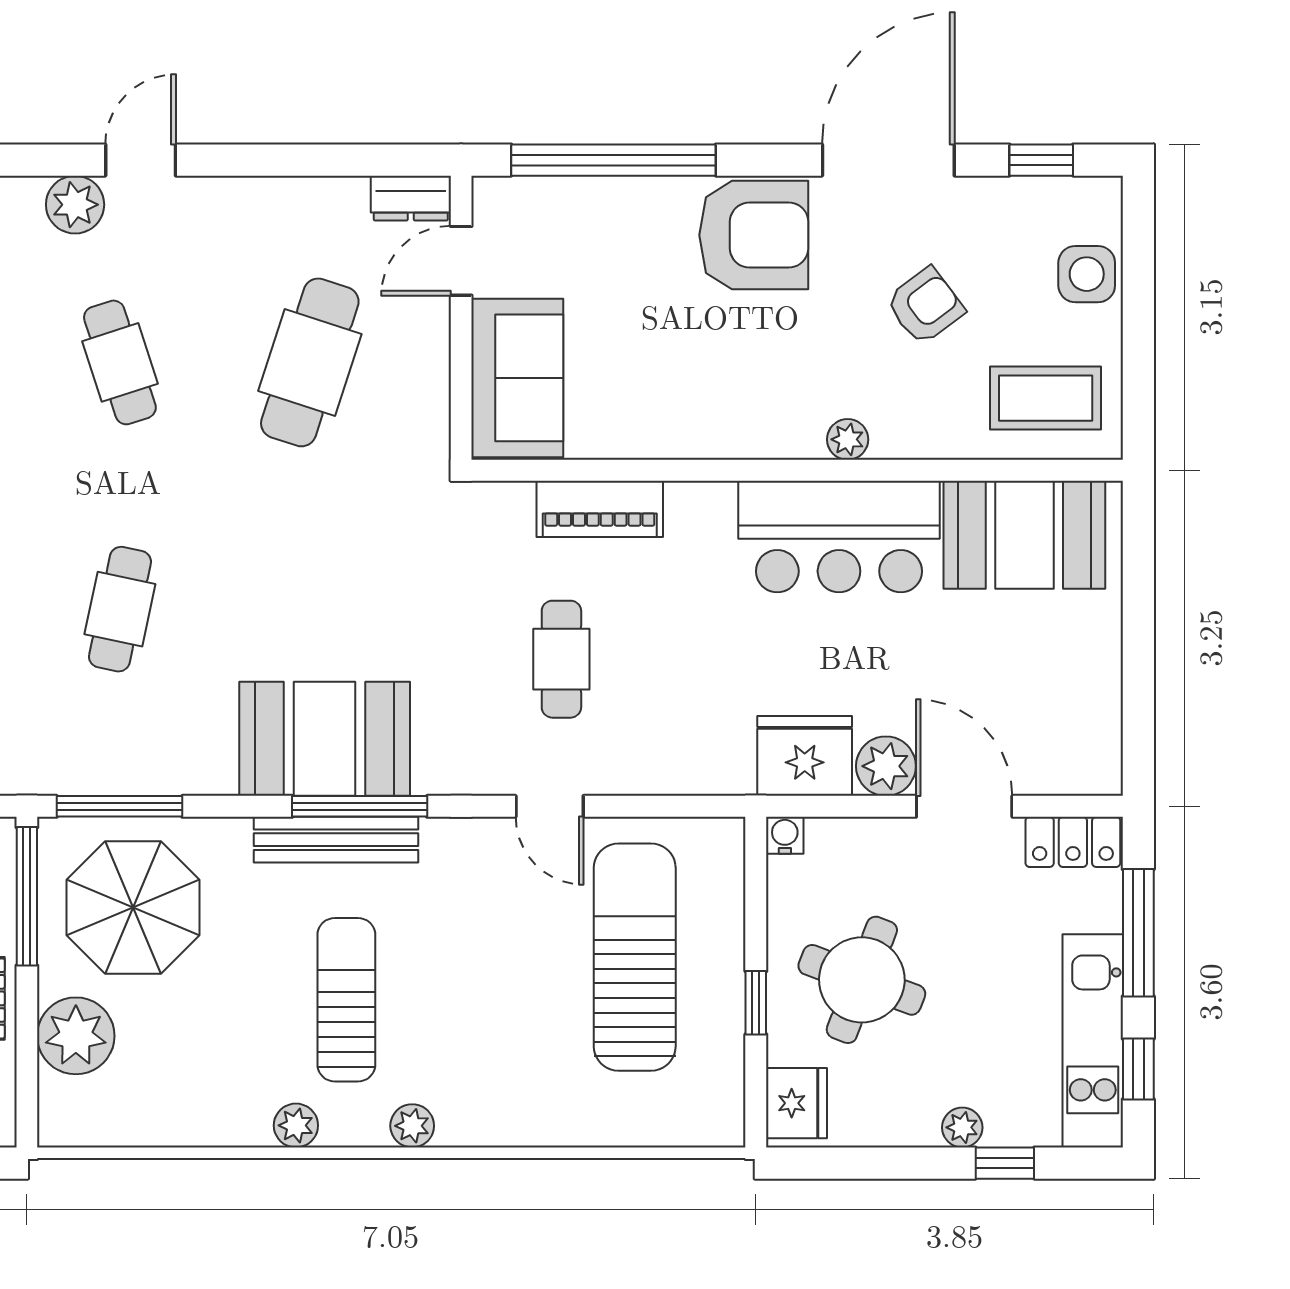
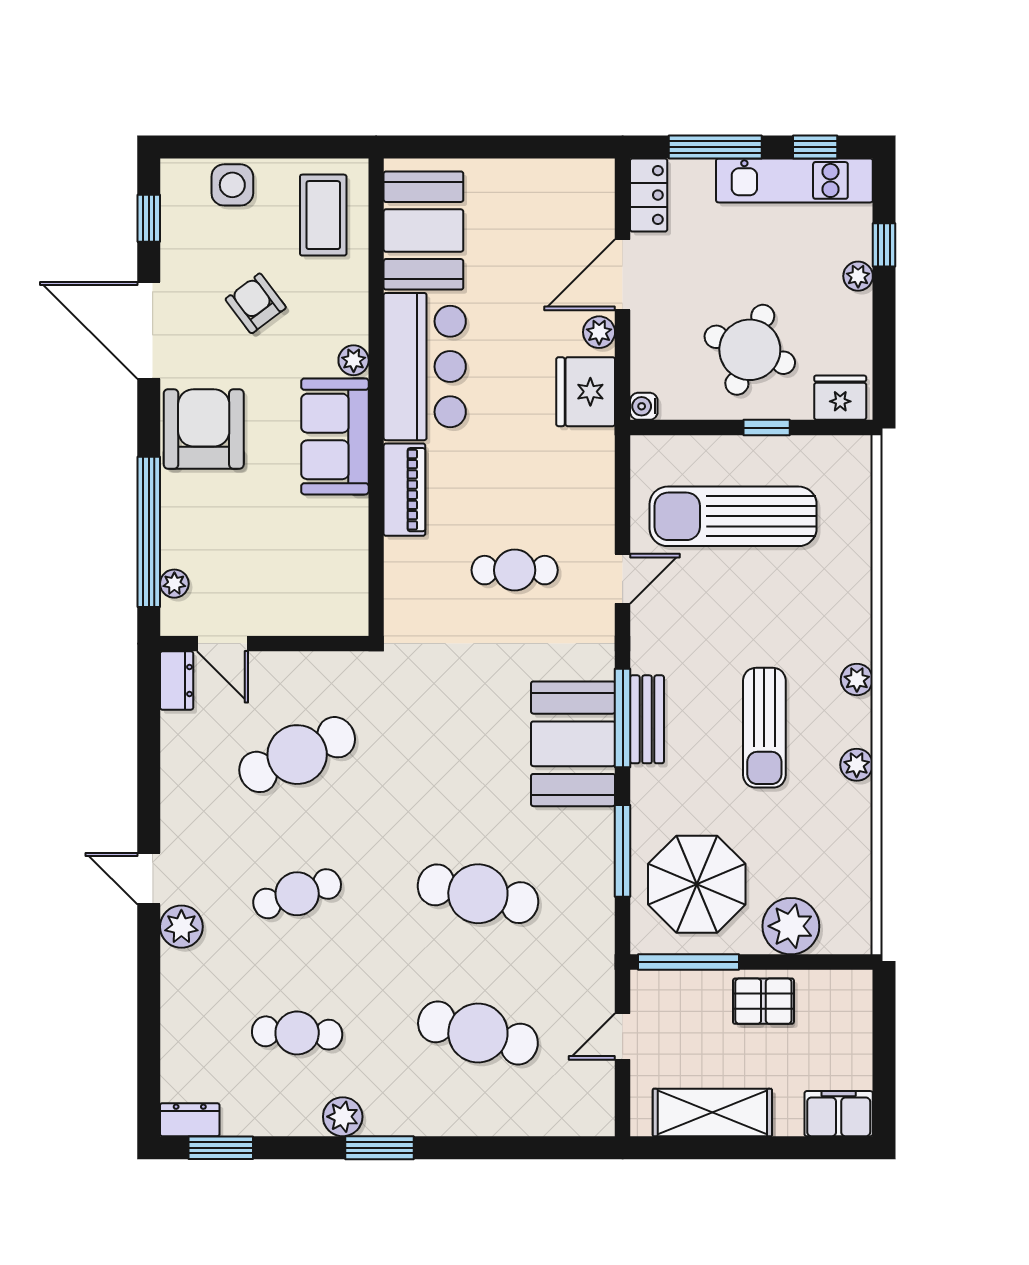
plant: (543, 195) -> (174, 584), added
cafe table: (310, 362) -> (297, 755), turned -42
sofa: (517, 378) -> (335, 436), moved, turned -90
piano: (600, 509) -> (404, 490), moved
cafe table: (120, 609) -> (478, 894), width x1.37, depth x1.35
plant: (886, 766) -> (599, 332), width x0.73, depth x0.73
window: (119, 806) -> (623, 851), moved
bench: (336, 840) -> (647, 719), width x0.73
sun lounger: (346, 1000) -> (764, 728), turned -90

